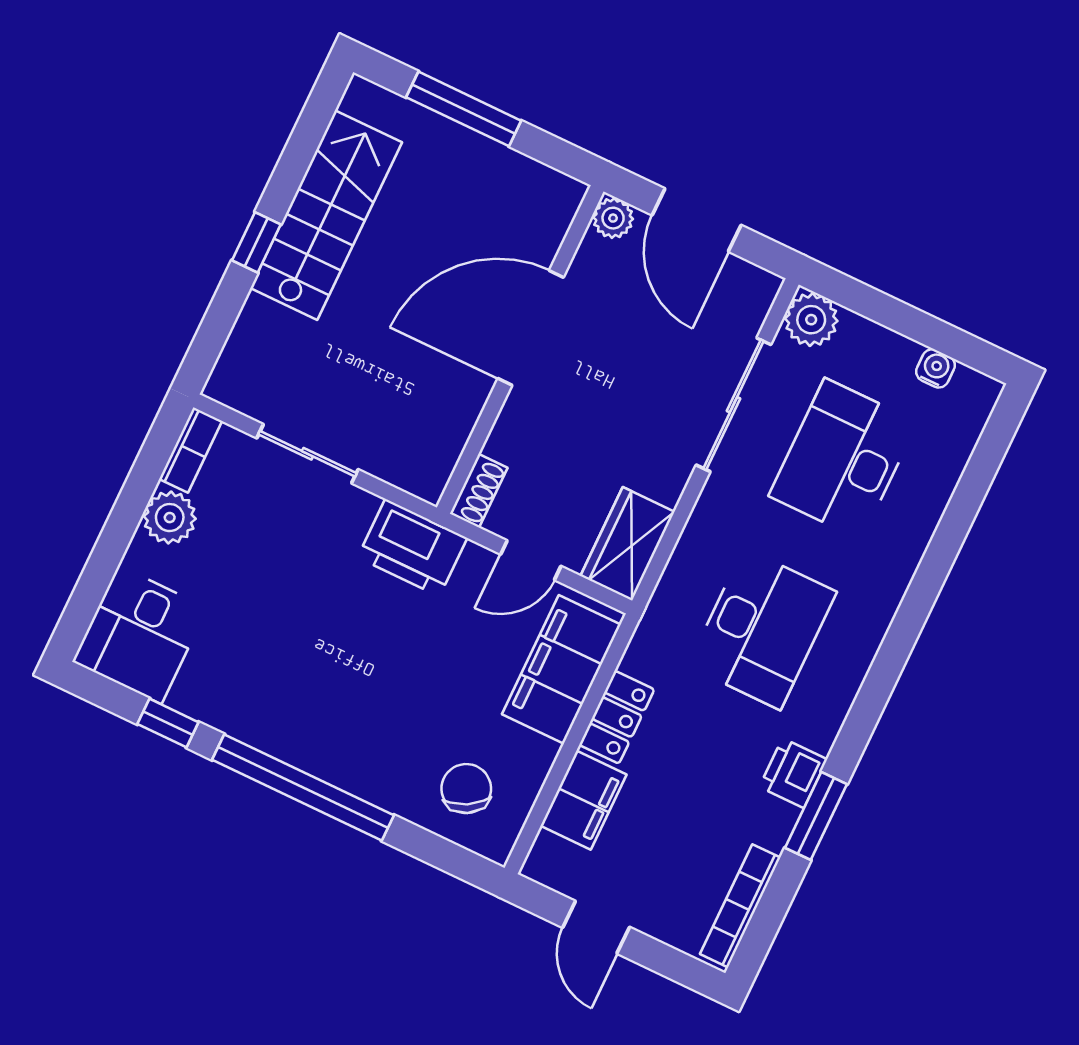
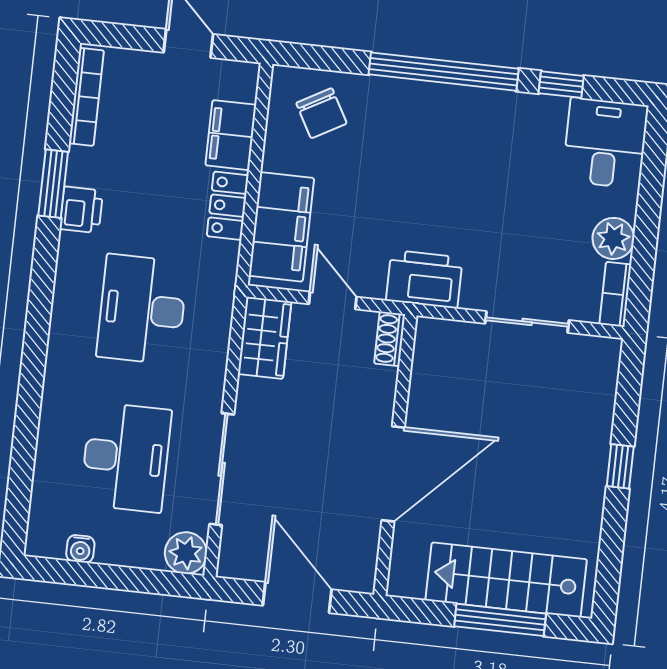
stairs: (326, 215) -> (506, 580), moved, turned 90
plant: (613, 218) -> (360, 577), removed
door: (531, 560) -> (333, 300), hinge flipped

